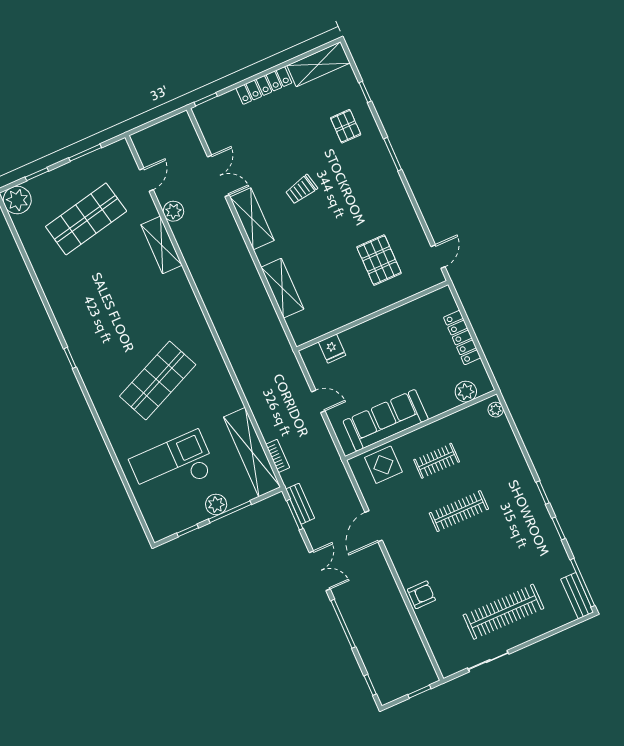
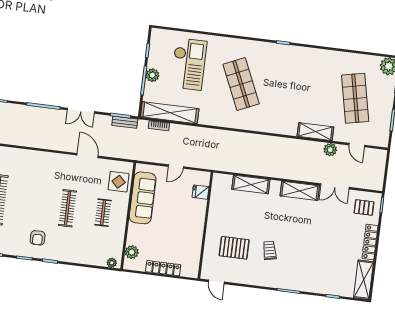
pallet: (346, 126) -> (364, 207), moved
trolley: (301, 189) -> (270, 250), moved
armchair: (421, 595) -> (38, 238), moved

